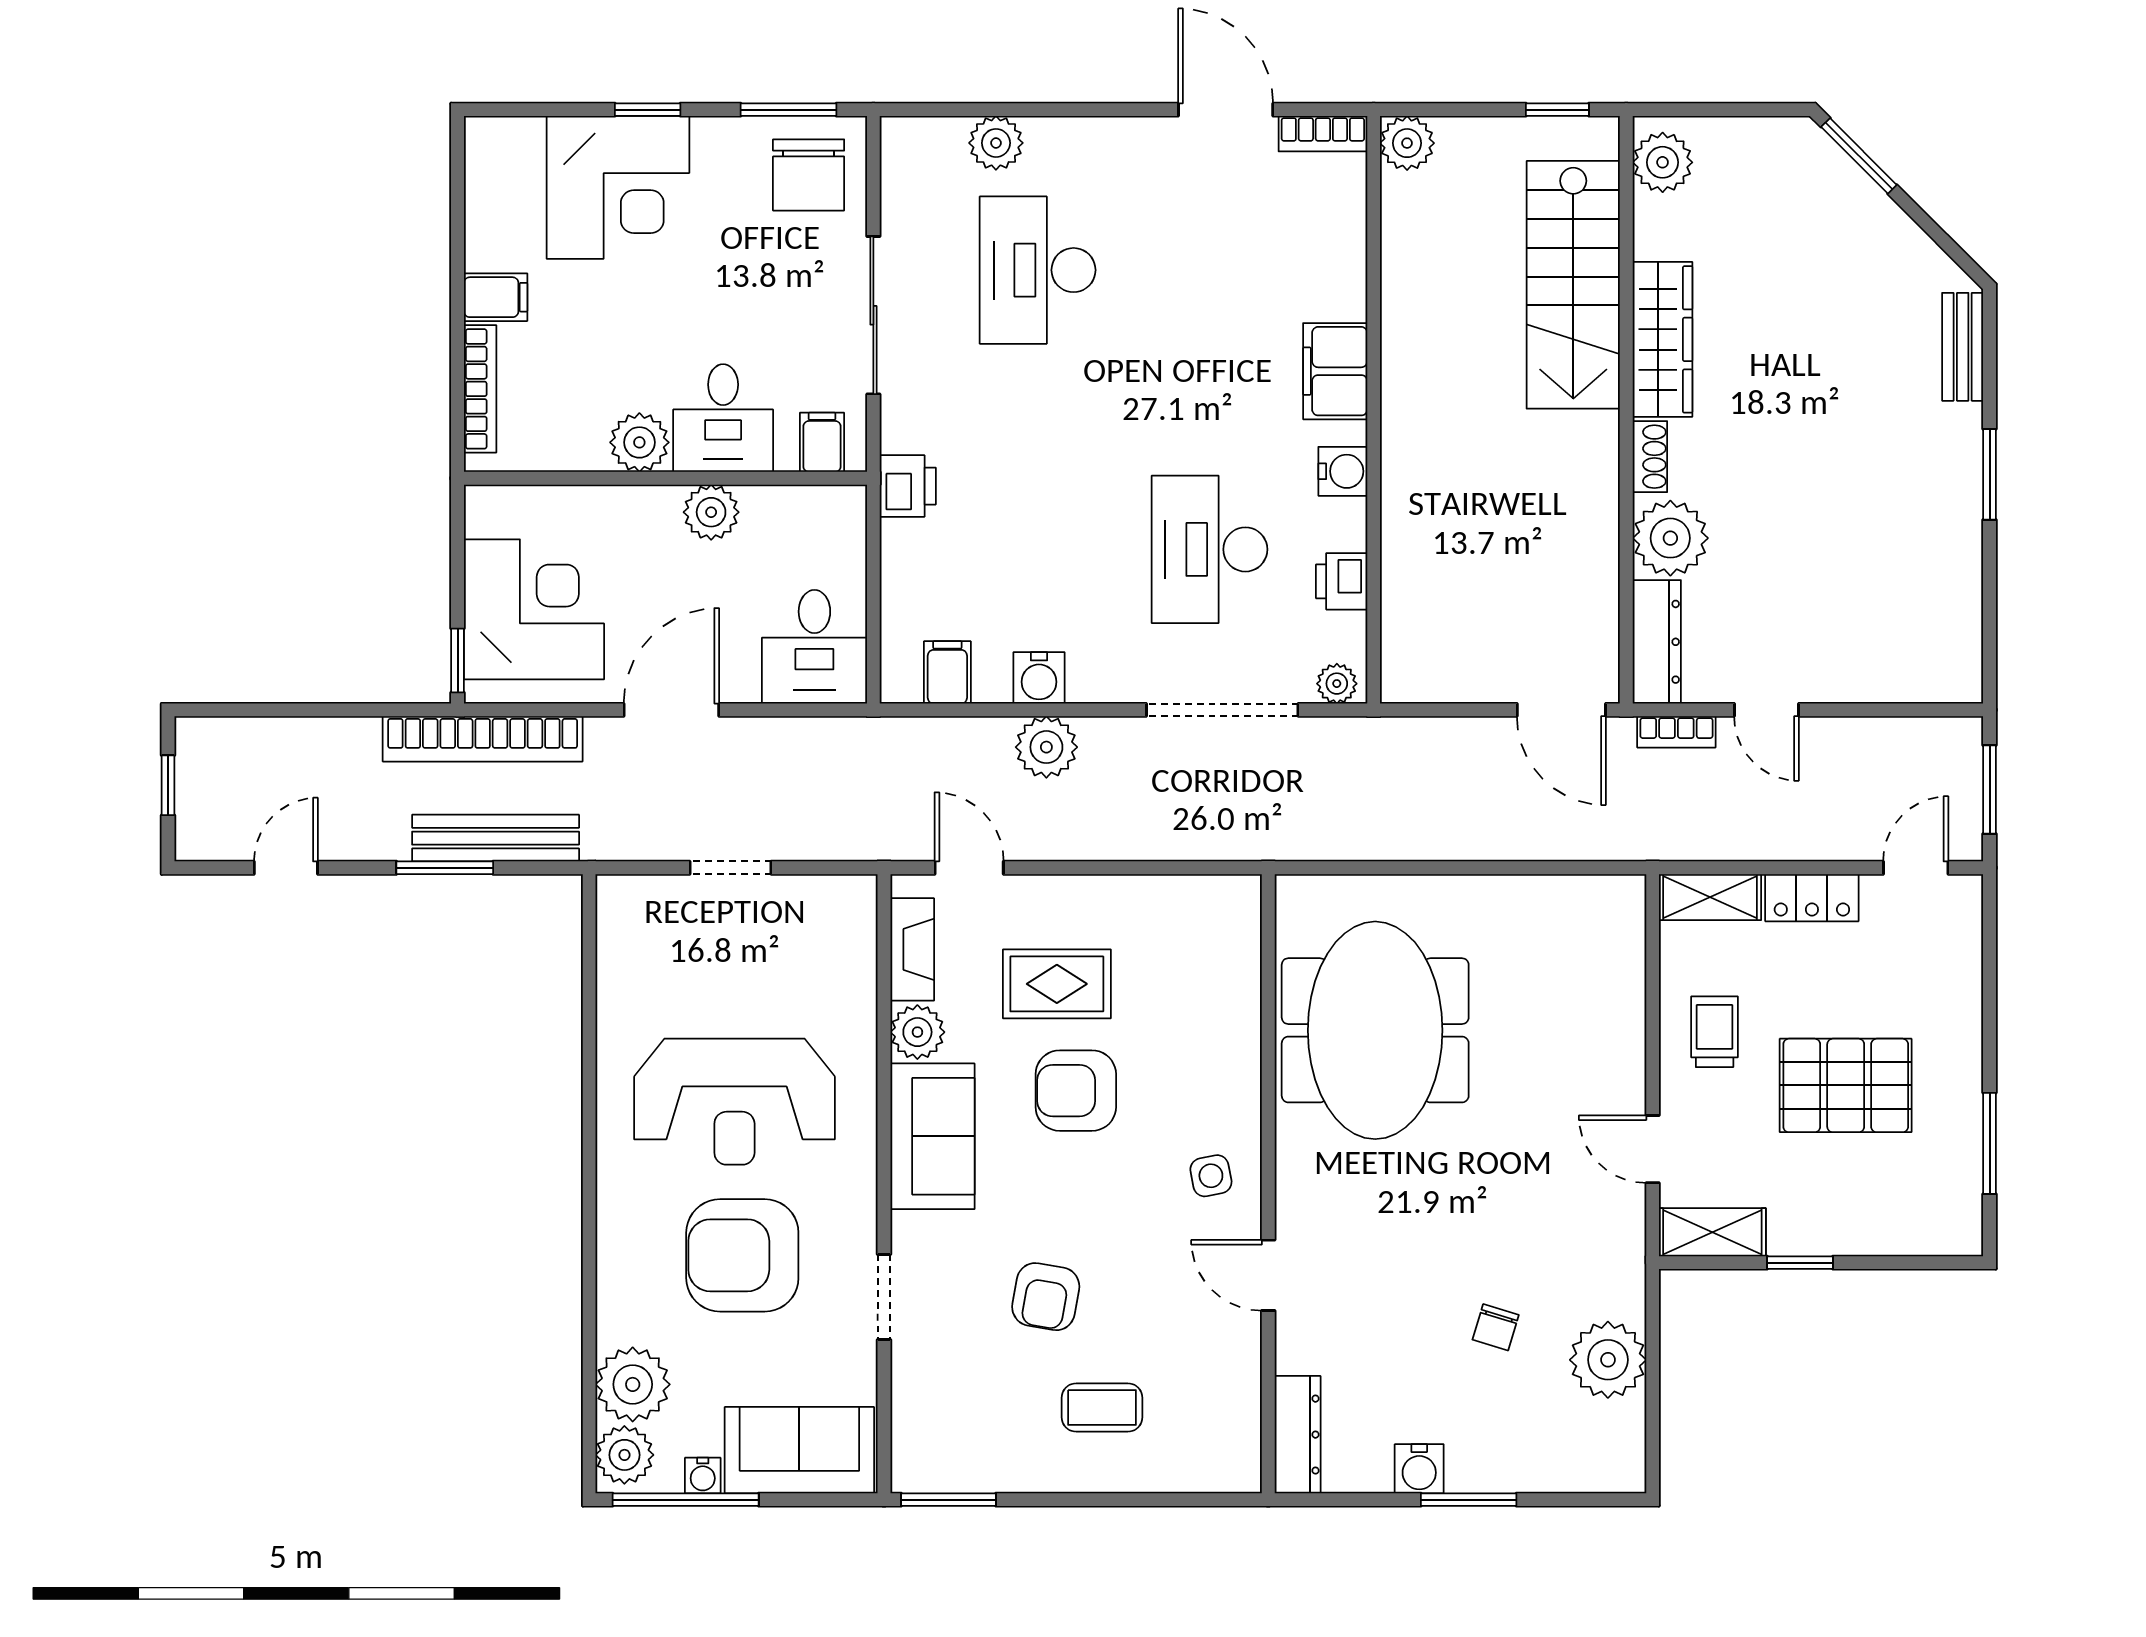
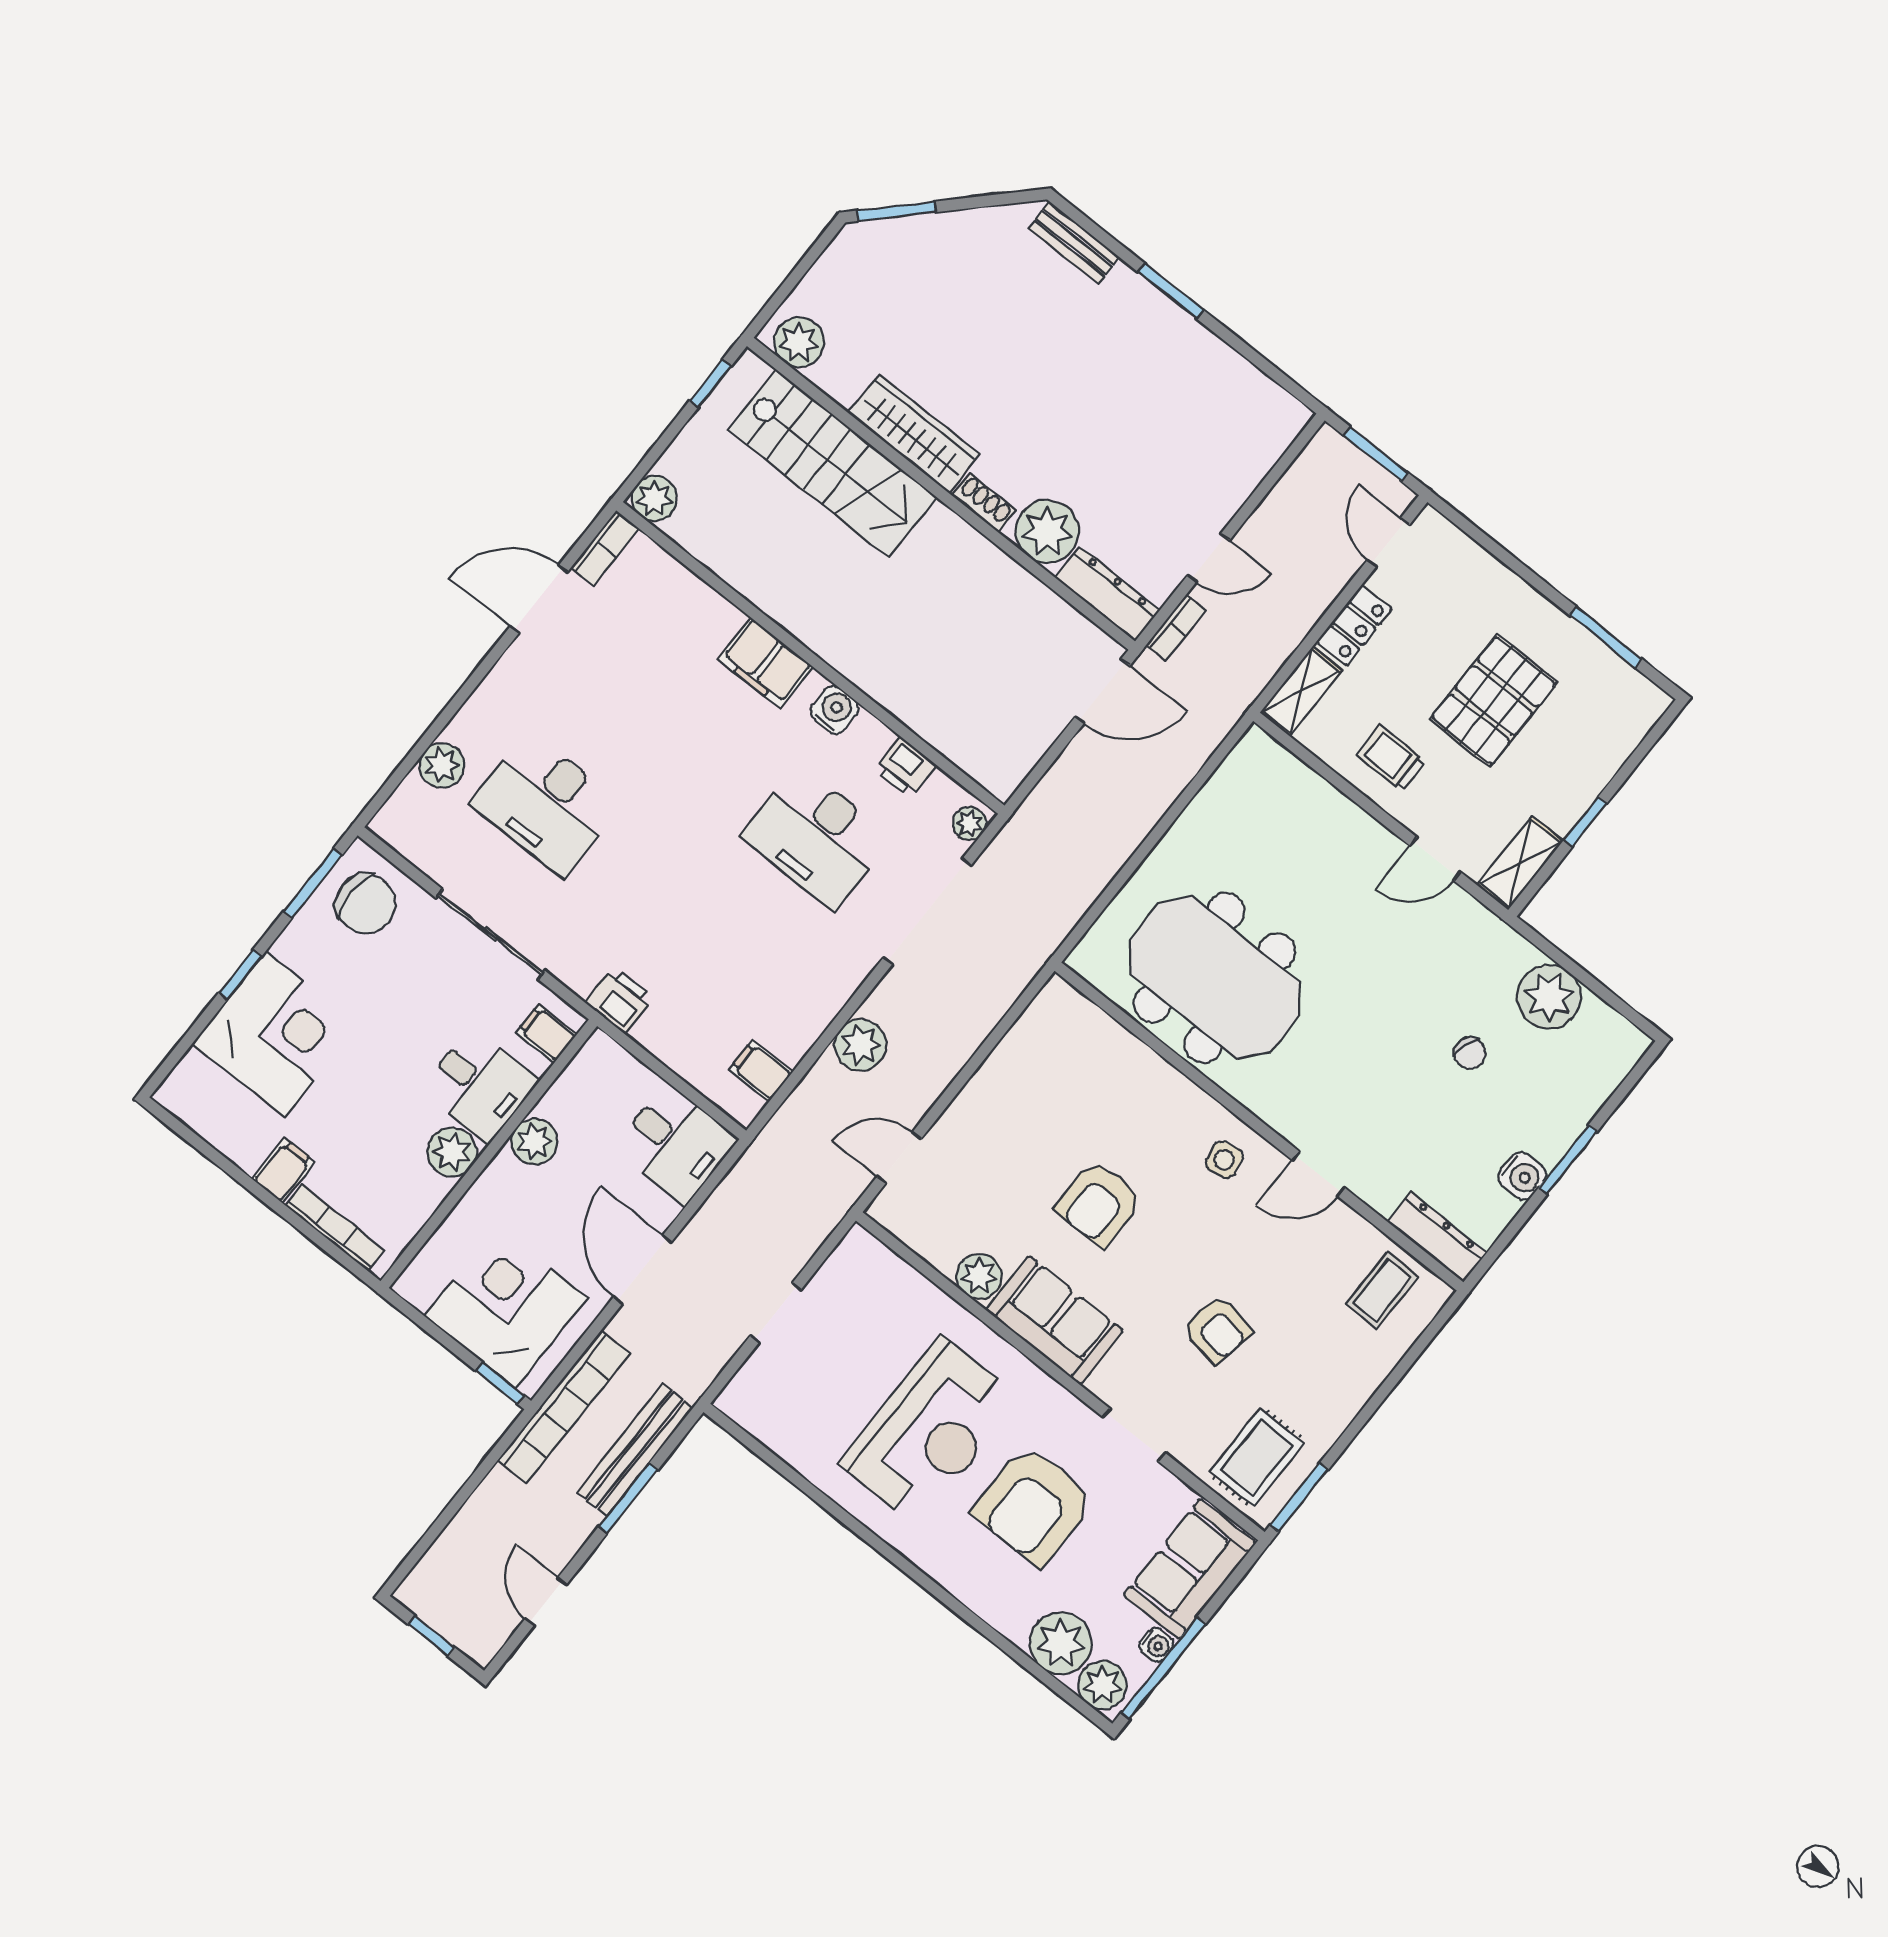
water cooler: (1039, 678) -> (812, 1014), removed
fireplace: (912, 949) -> (923, 1237), removed
rug: (1057, 984) -> (1257, 1458), moved
coffee table: (1102, 1407) -> (1382, 1290), moved

